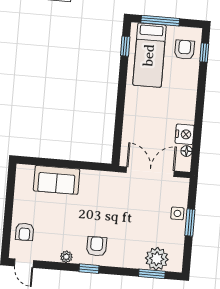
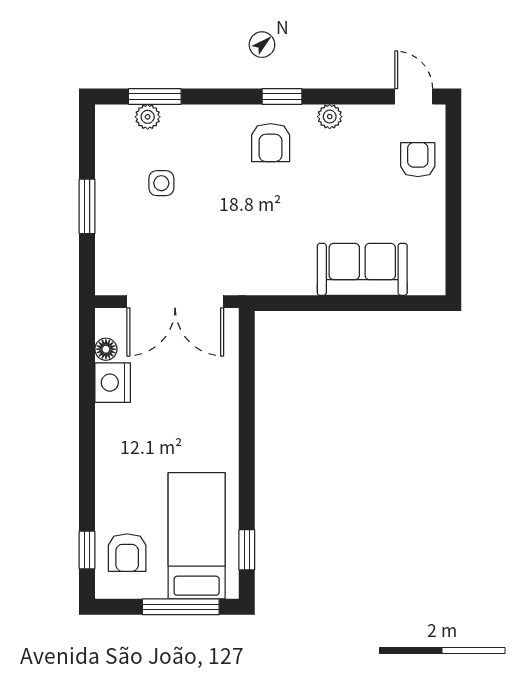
side table: (177, 213) -> (161, 183), moved
plant: (157, 259) -> (148, 117), width x0.53, depth x0.53

